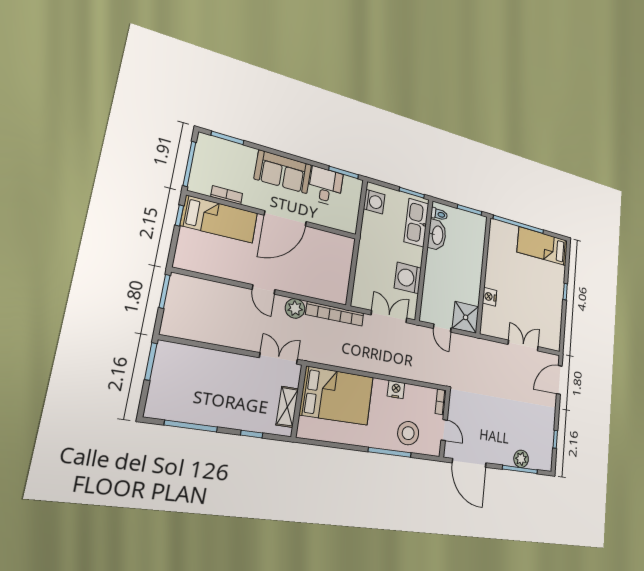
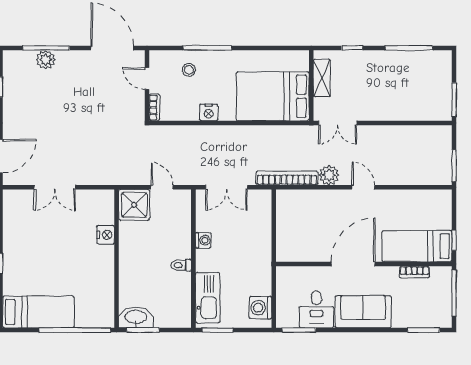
toilet: (439, 214) -> (181, 265), moved
washbasin: (437, 235) -> (136, 318), moved, turned 90
washing machine: (408, 278) -> (203, 240), width x0.53, depth x0.53
stool: (408, 433) -> (189, 70), width x0.53, depth x0.53

